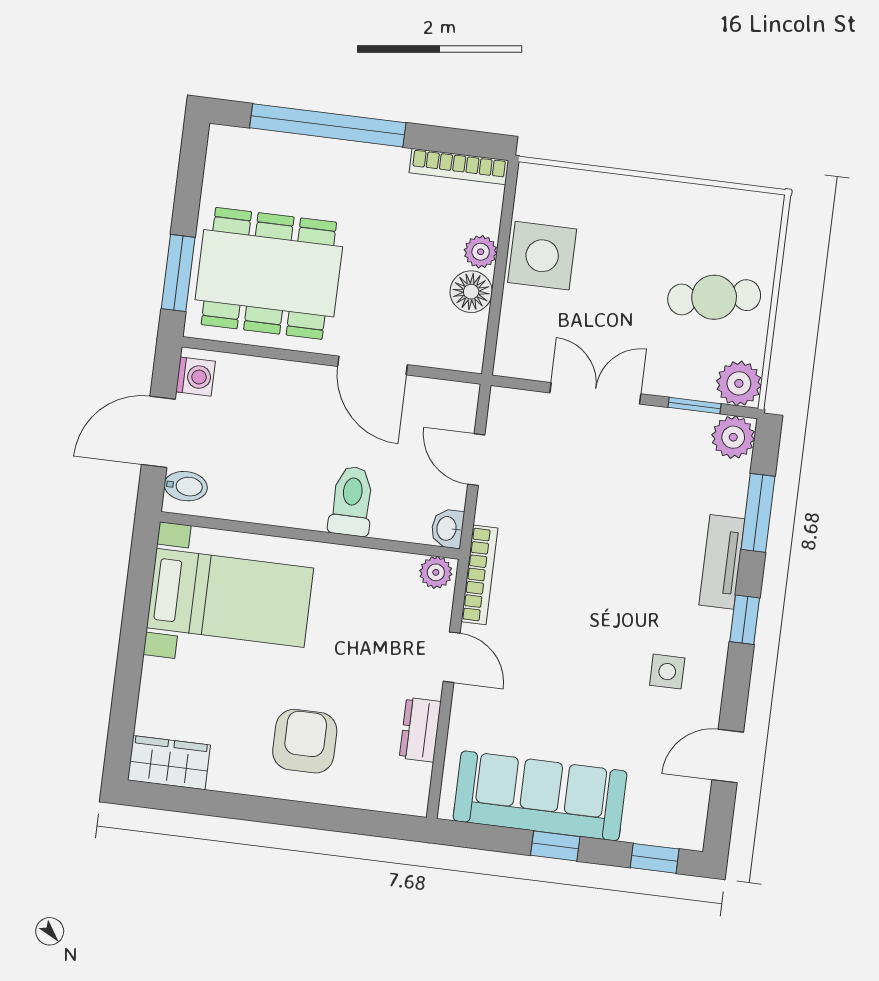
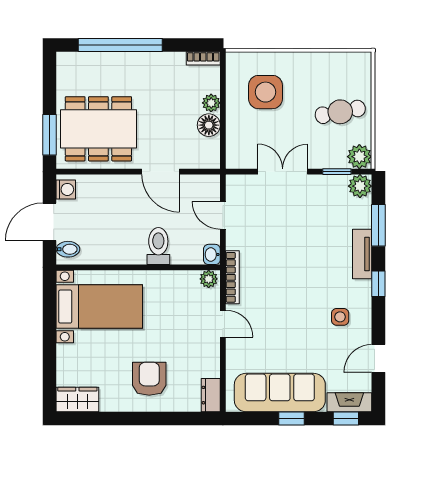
bookcase: (459, 167) -> (203, 58), width x0.64
side table: (542, 256) -> (266, 92), moved
dresser: (420, 730) -> (211, 395), moved
fireplace: (665, 829) -> (349, 402), added

